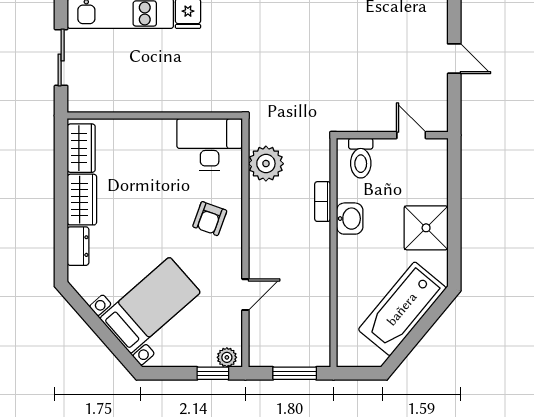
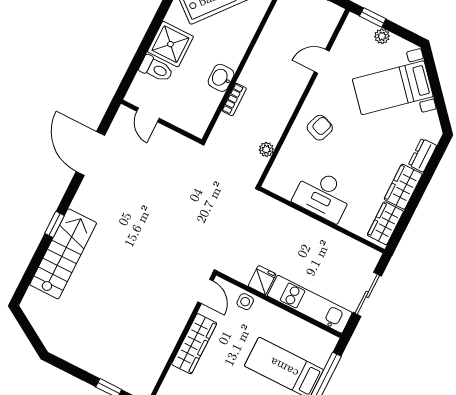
door: (454, 59) -> (90, 153), width x1.87
desk: (210, 144) -> (323, 195), moved
toilet: (361, 158) -> (156, 69), moved, turned 90
plant: (266, 164) -> (266, 149), width x0.53, depth x0.53
plant: (227, 357) -> (382, 36), moved

